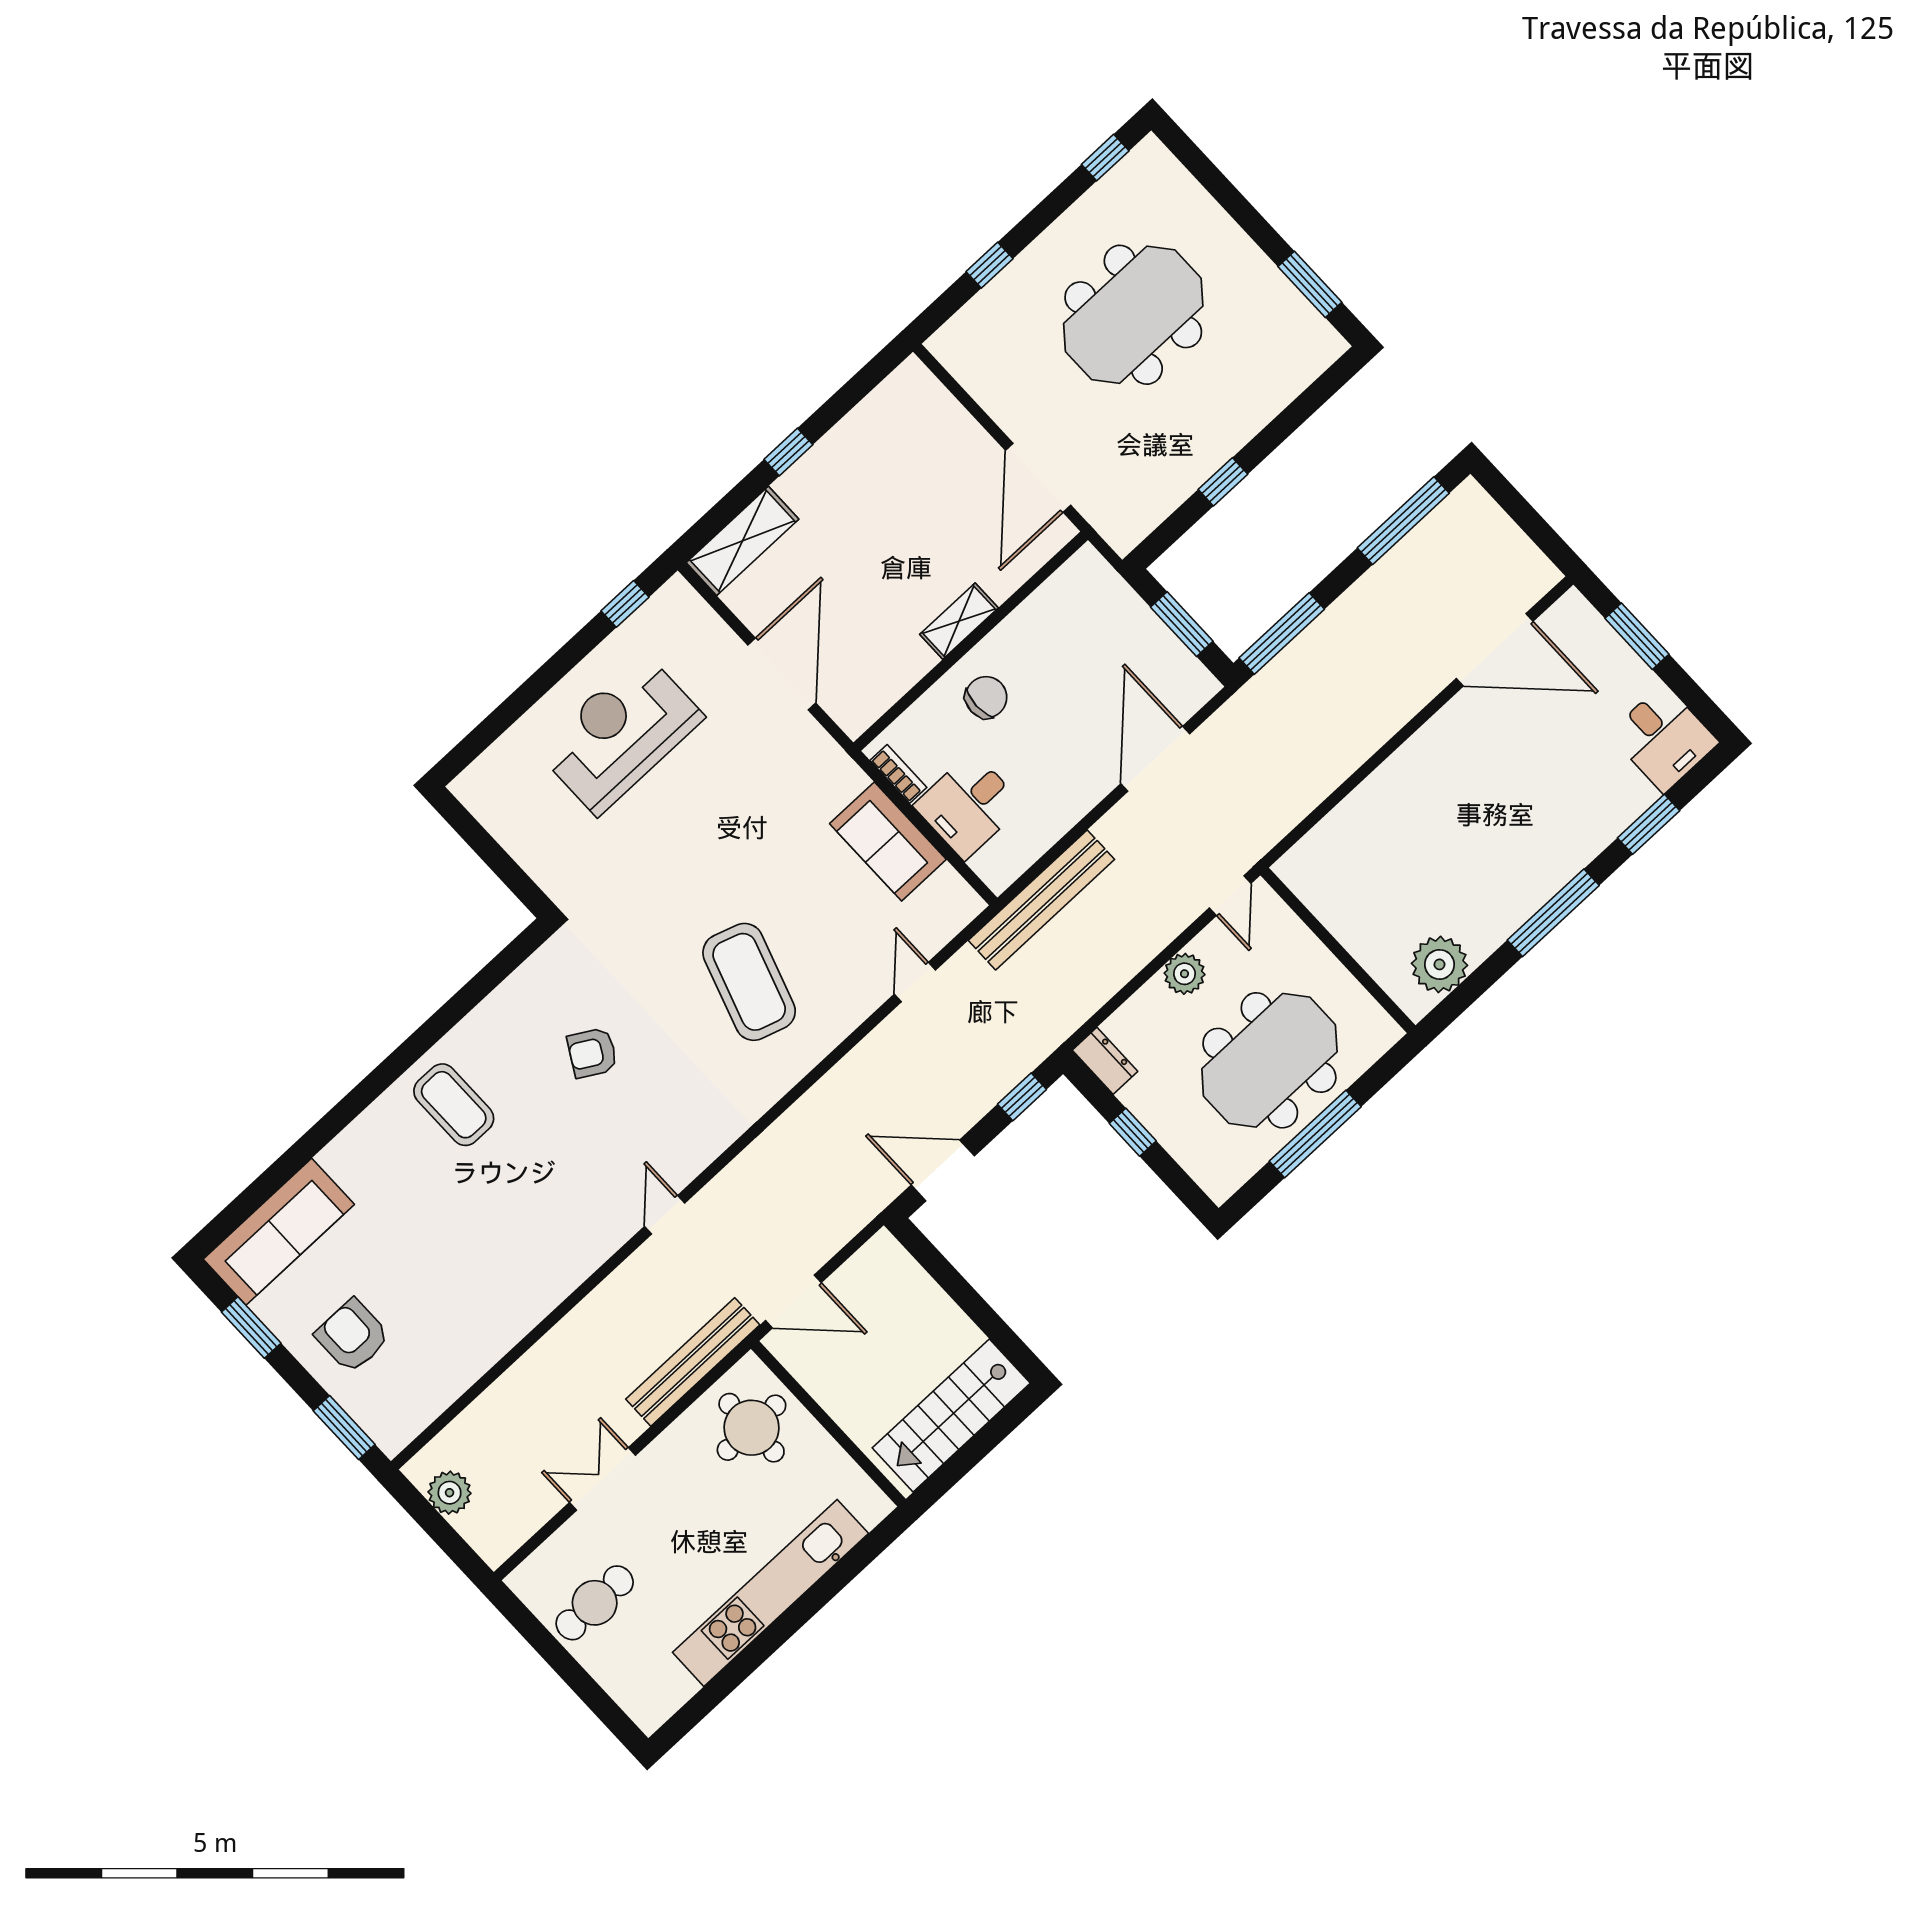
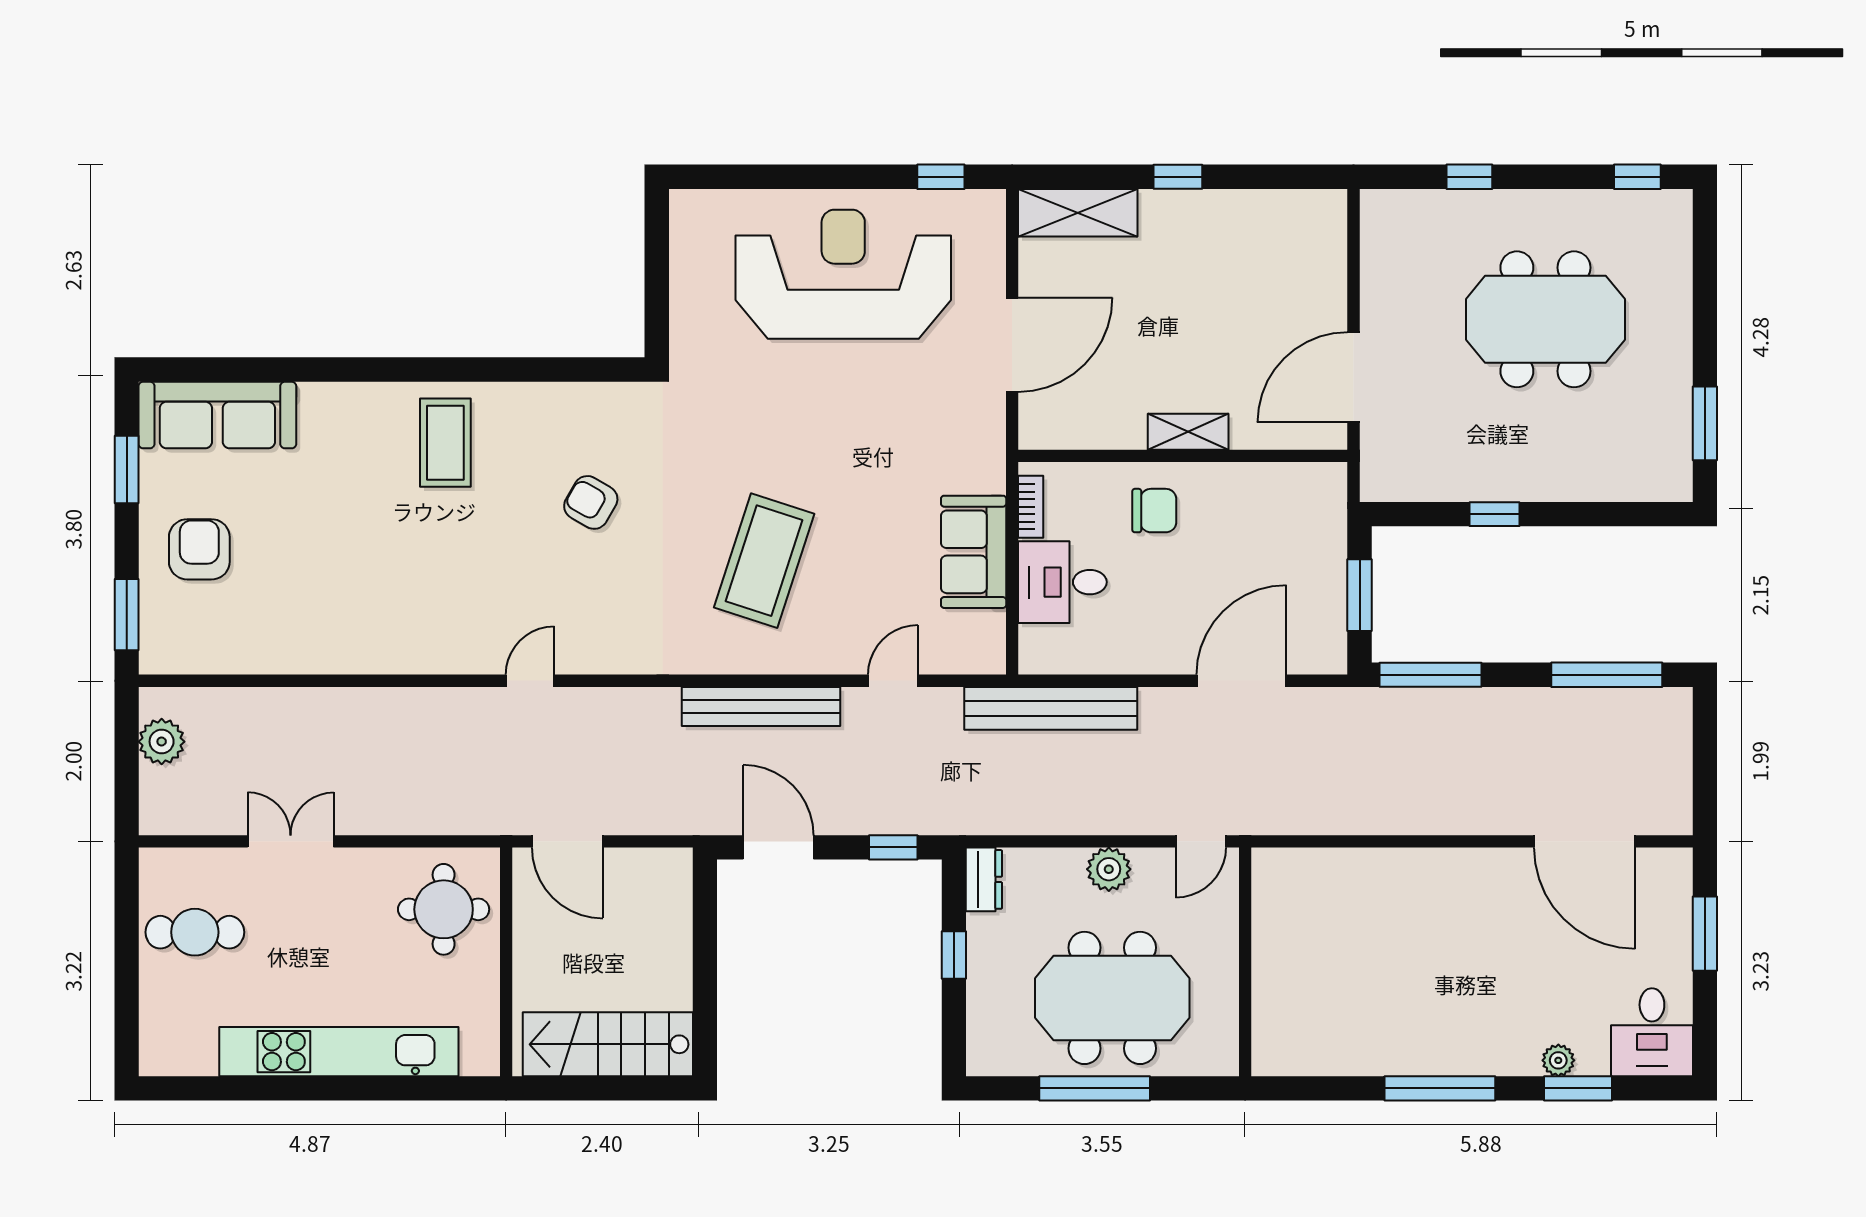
reception desk: (620, 734) -> (843, 274), width x1.36, depth x1.30
plant: (1439, 964) -> (1558, 1060), moved, width x0.53, depth x0.53
bench: (693, 1362) -> (761, 706), moved

